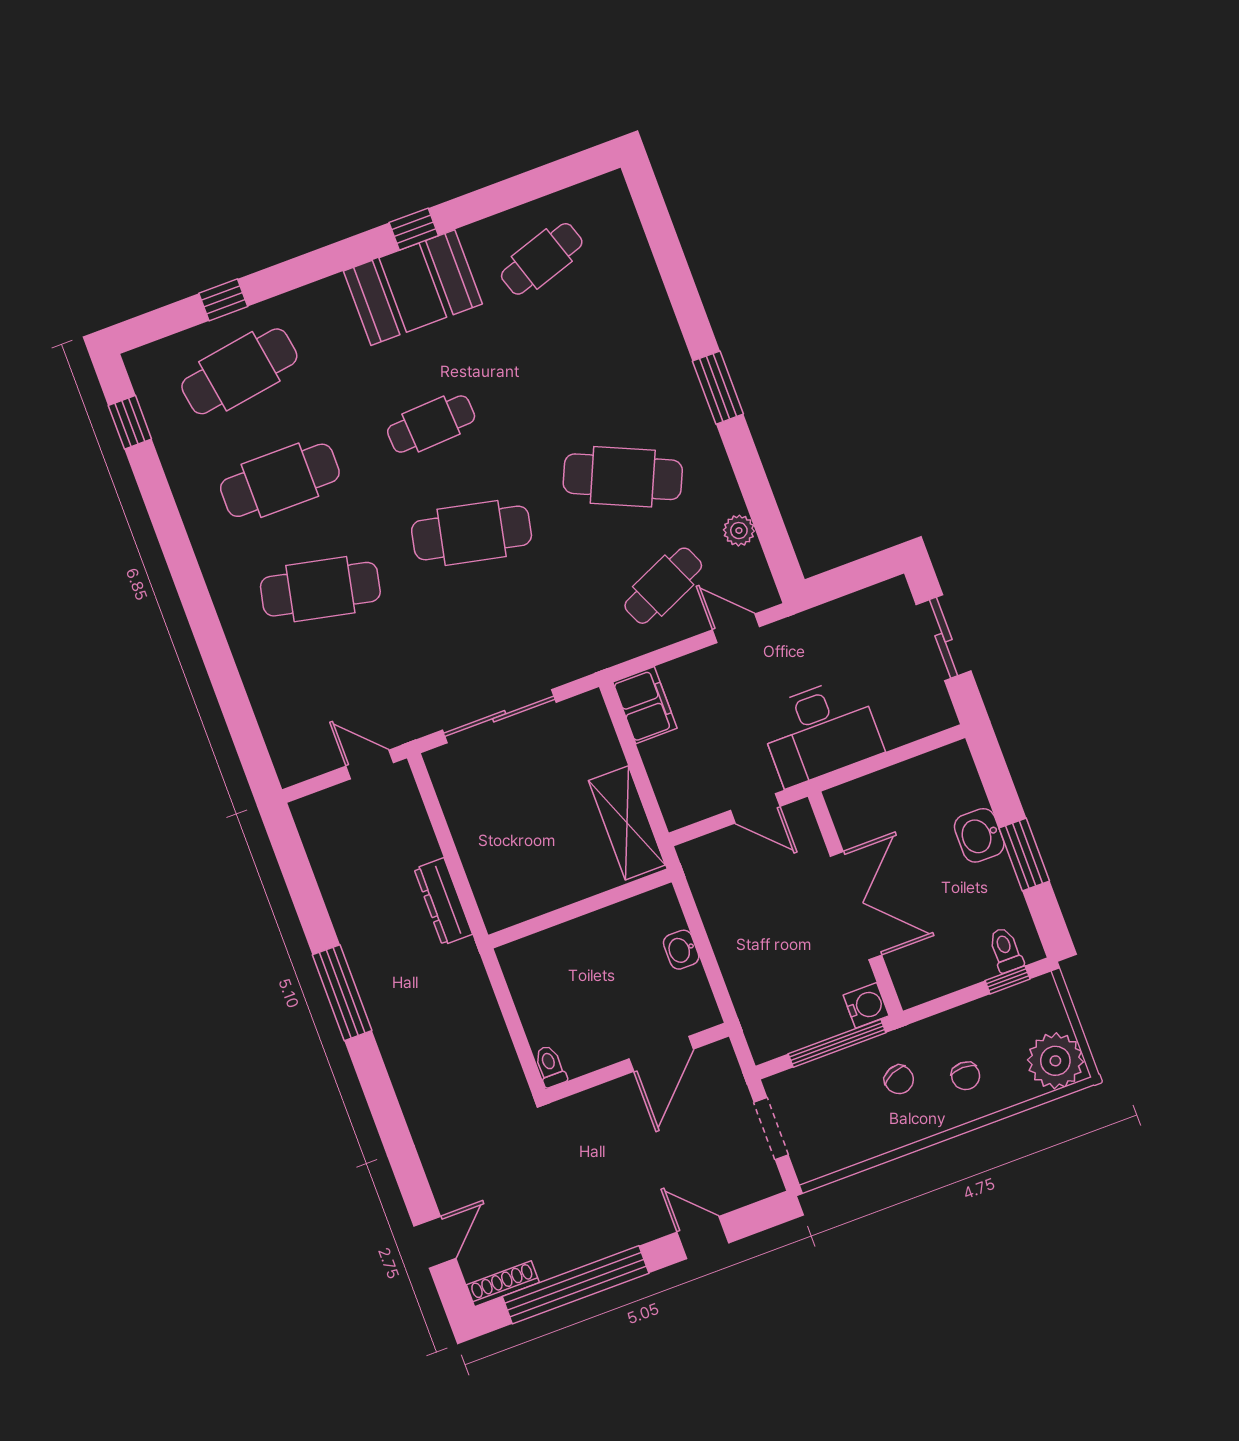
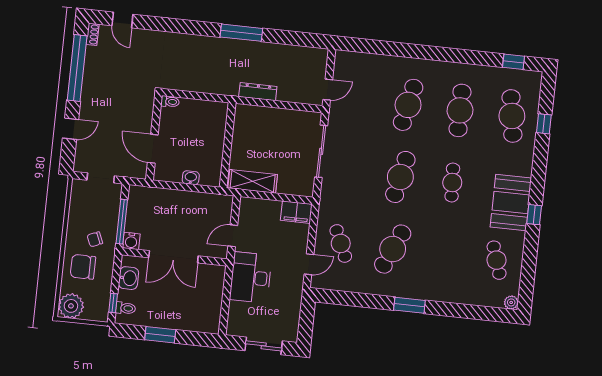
plant: (739, 531) -> (511, 302), moved
washbasin: (979, 835) -> (129, 278), moved, turned 90
chair: (966, 1076) -> (83, 267), width x1.87, depth x1.87
shoe rack: (503, 1284) -> (93, 34), width x0.70

